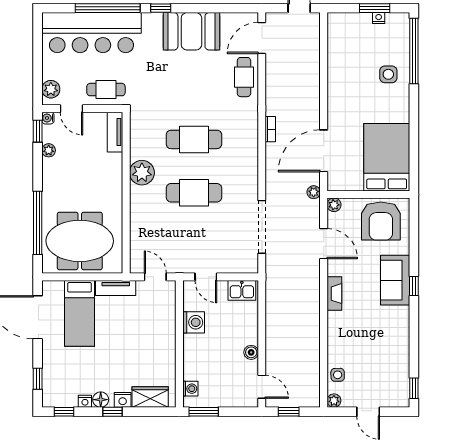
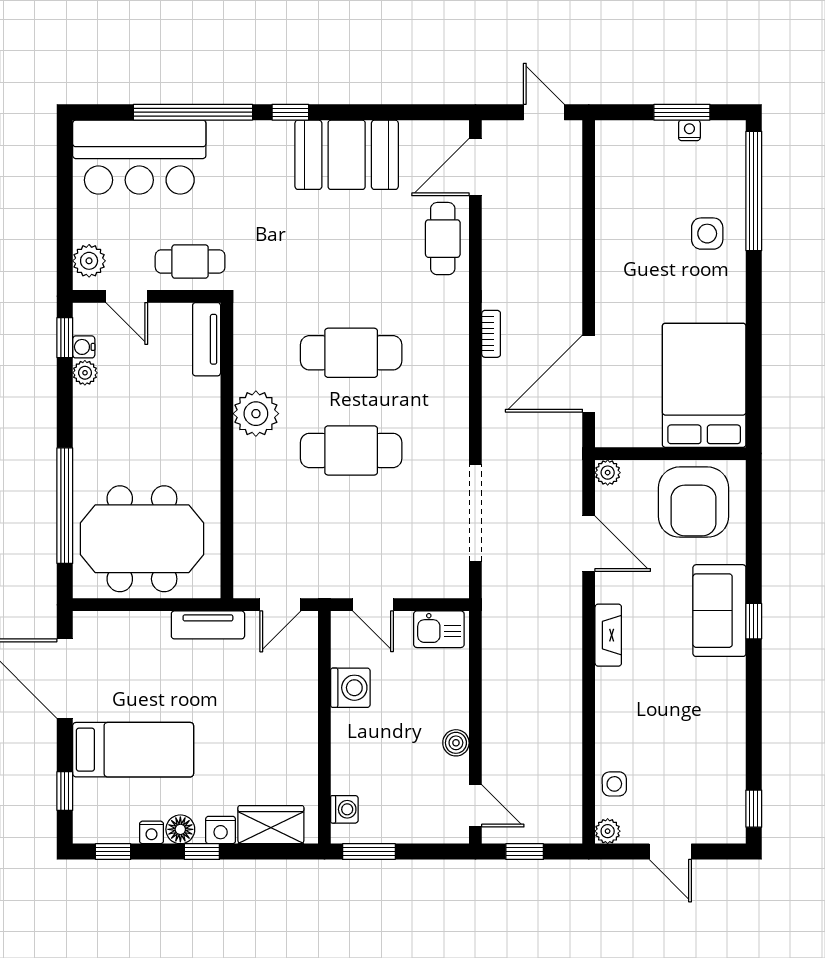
bar counter: (91, 33) -> (139, 157), width x0.73
water cooler: (48, 118) -> (84, 347), moved
plant: (314, 192) -> (570, 449), removed
door: (155, 277) -> (280, 605), swing flipped
bed: (80, 313) -> (133, 750), moved, turned -90

